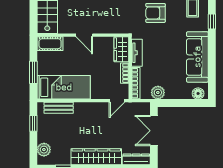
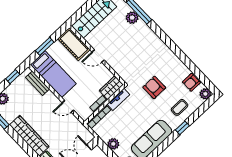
door: (84, 35) -> (98, 56), hinge flipped
cot: (50, 44) -> (74, 44), width x1.37, depth x1.34
plant: (158, 93) -> (113, 144), moved
door: (117, 101) -> (68, 106), moved

